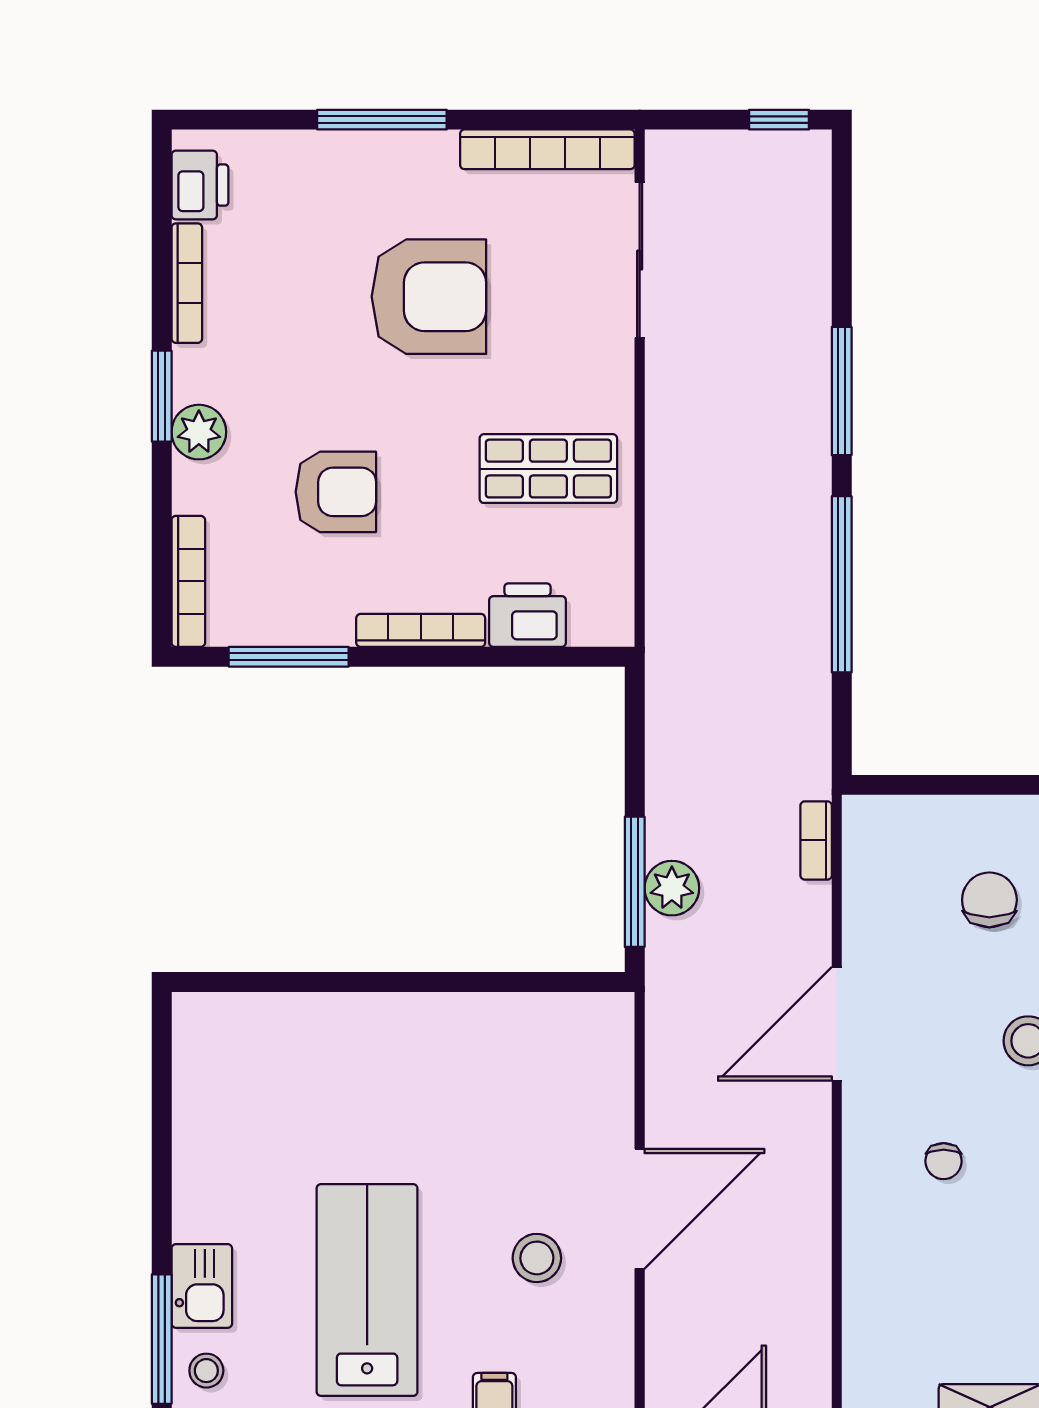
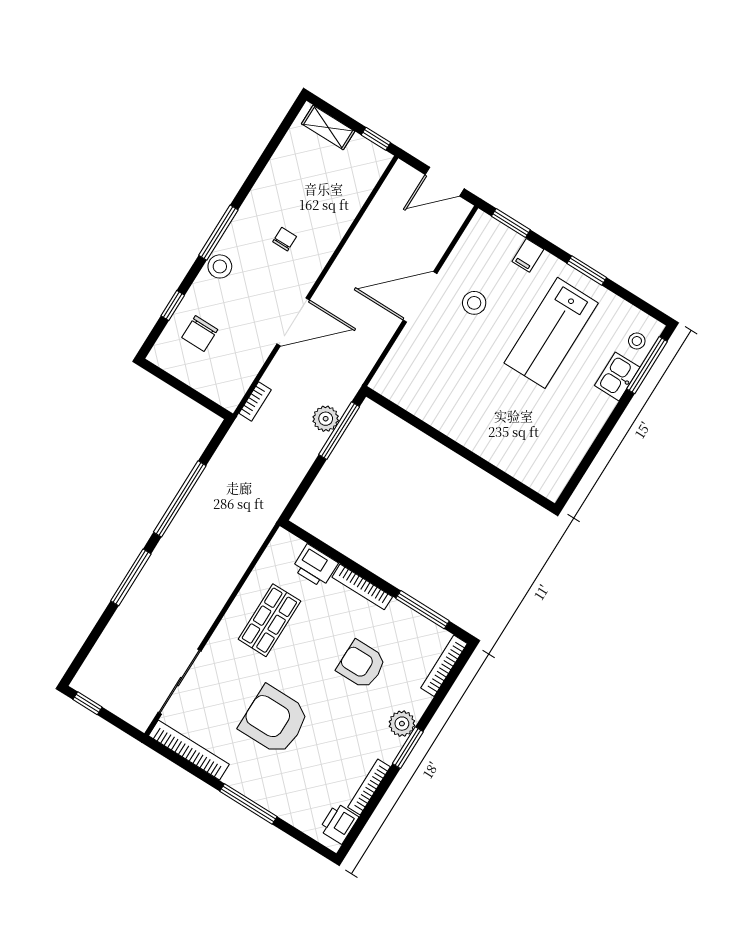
shop shelf: (548, 469) -> (269, 620), turned 90

